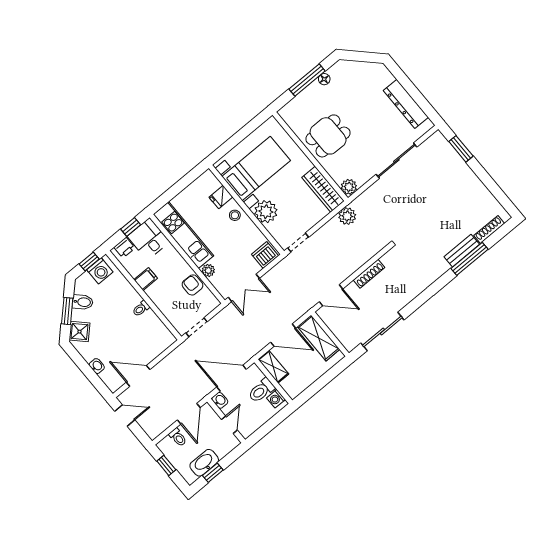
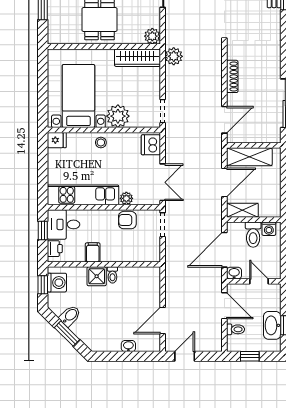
fridge: (221, 197) -> (57, 140), moved, turned -90
doorway: (196, 327) -> (163, 225), moved
shower: (79, 332) -> (97, 276), moved, turned 45

